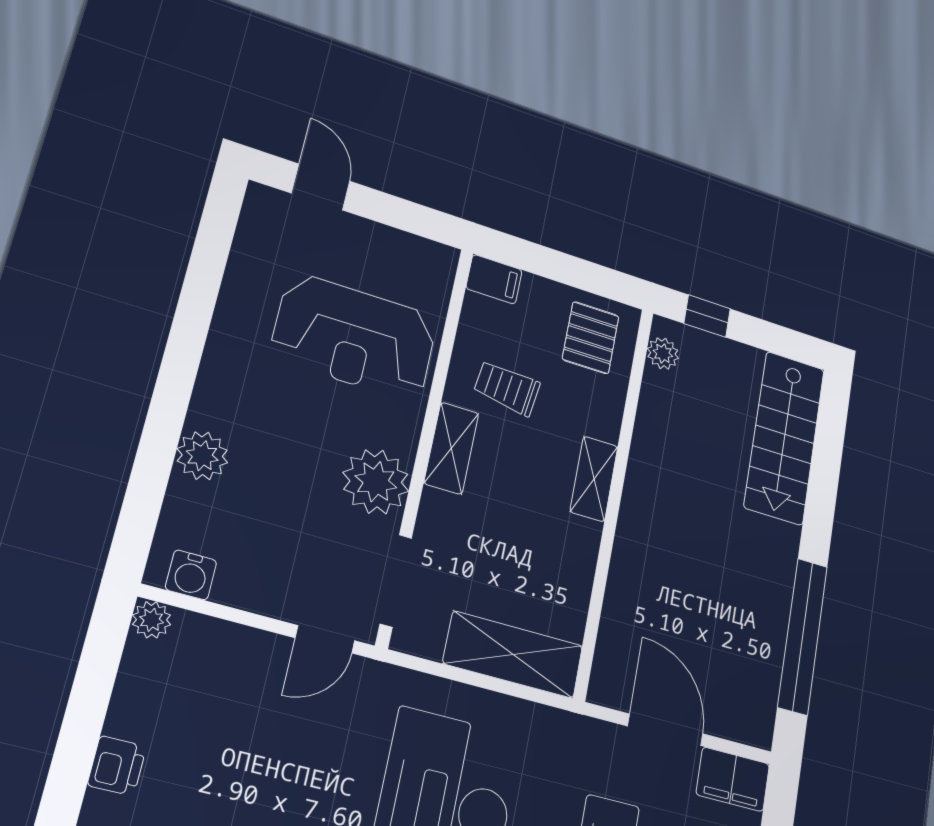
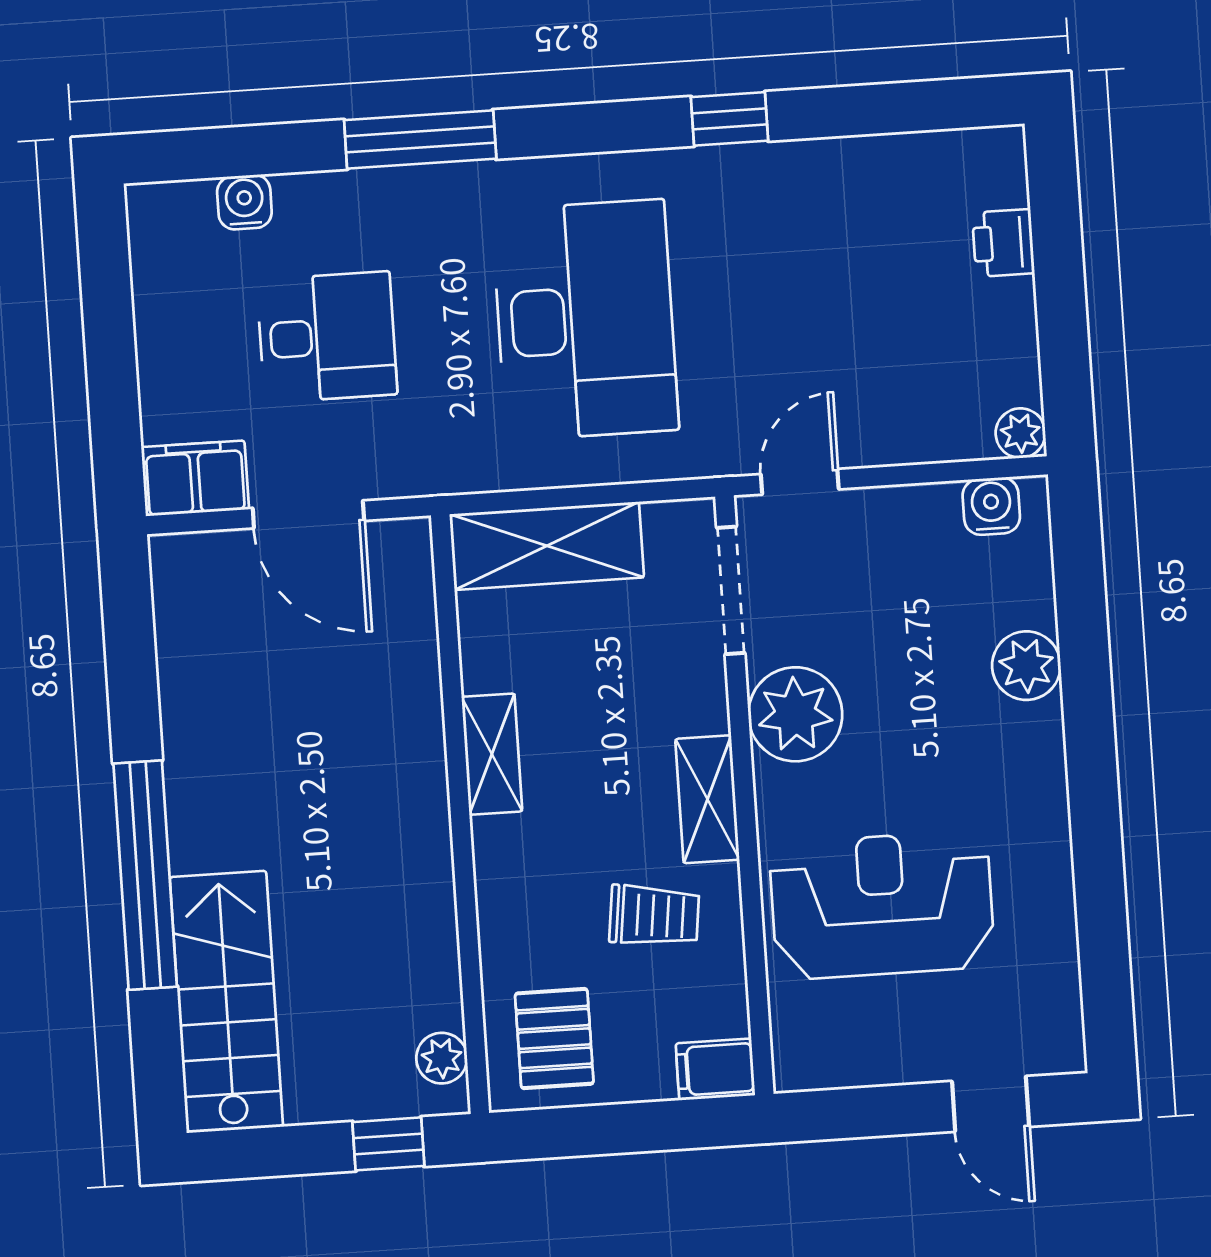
shelving: (594, 479) -> (492, 754), moved
window: (803, 636) -> (145, 875), moved

